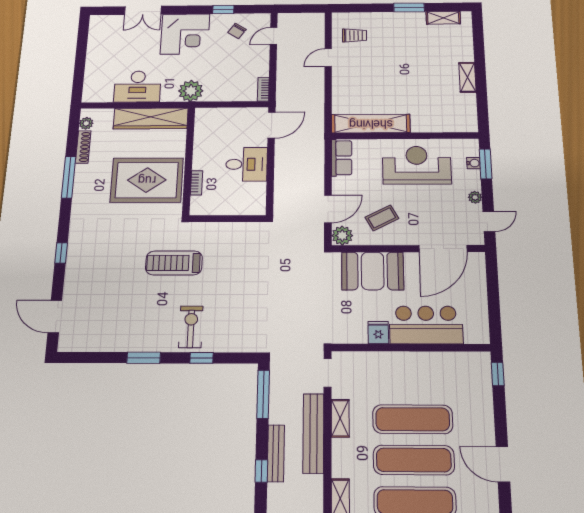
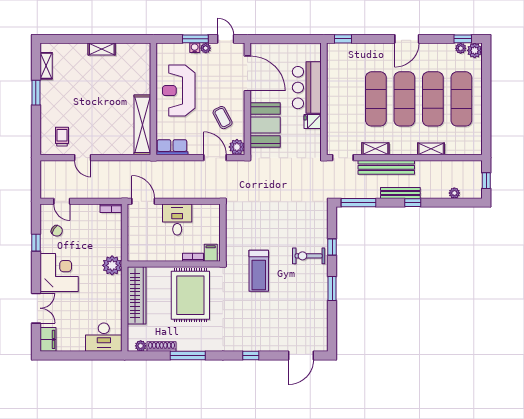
filing cabinet: (104, 23) -> (48, 339), added
desk: (138, 86) -> (104, 337), moved, turned 90
water cooler: (474, 163) -> (195, 48), moved
window: (486, 164) -> (195, 39), moved
filing cabinet: (201, 204) -> (211, 253), added

